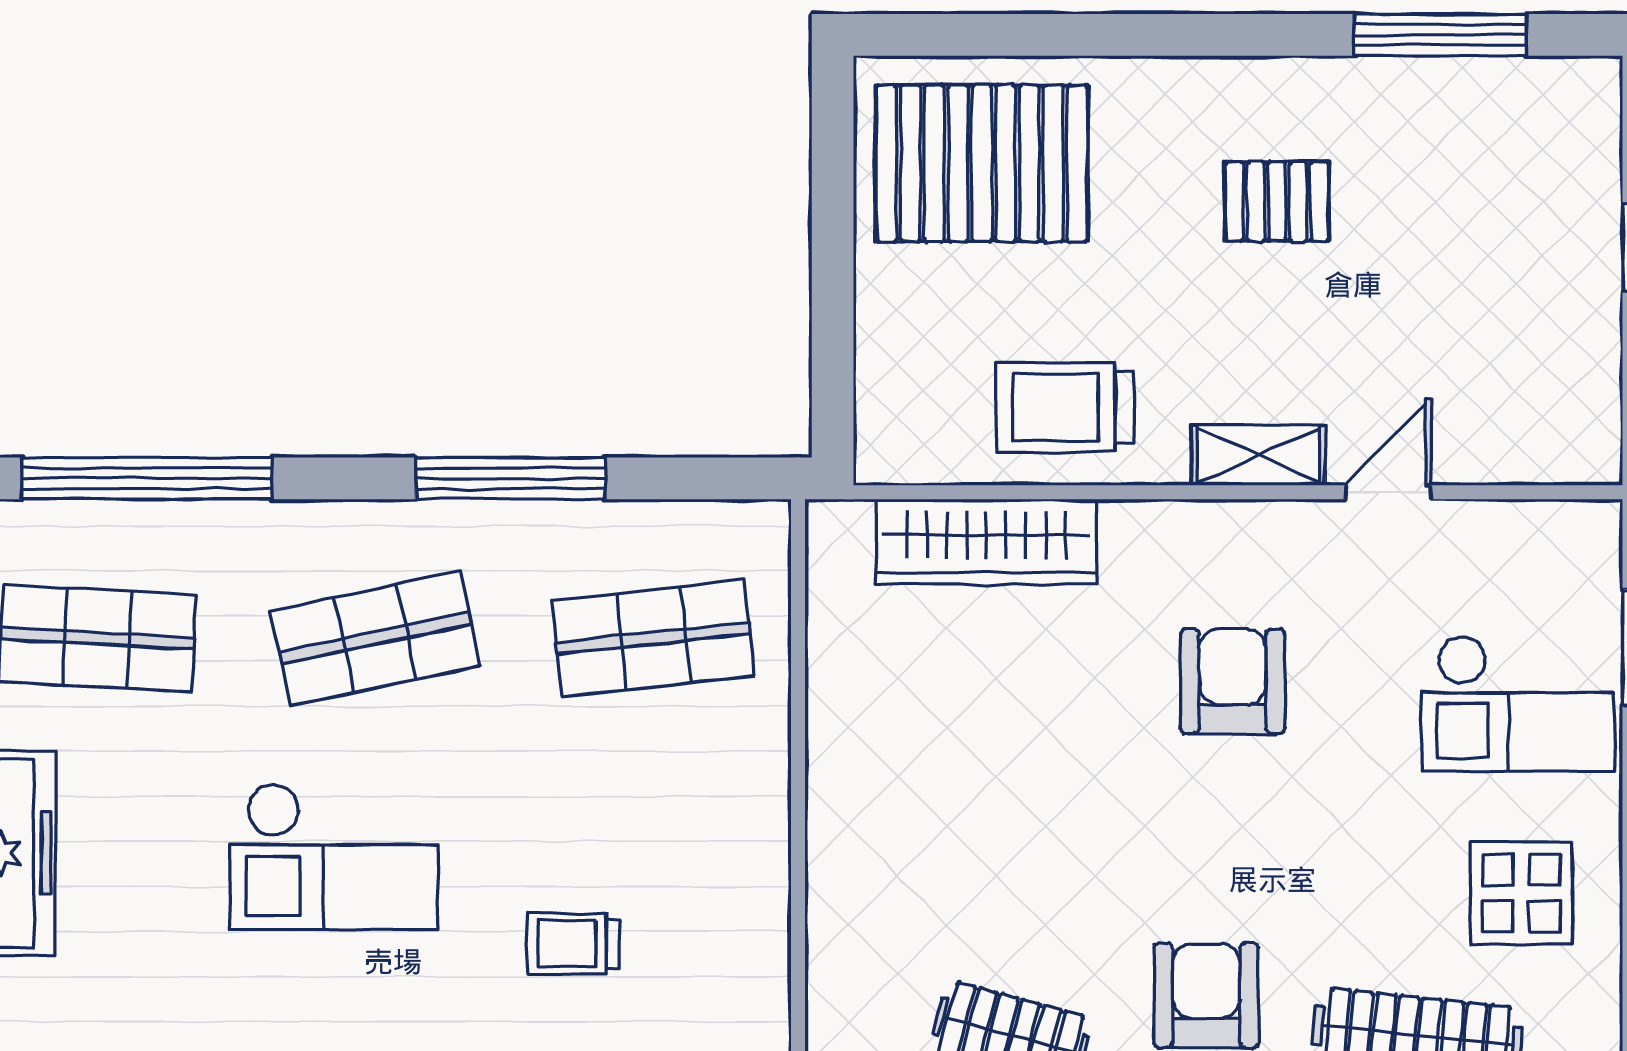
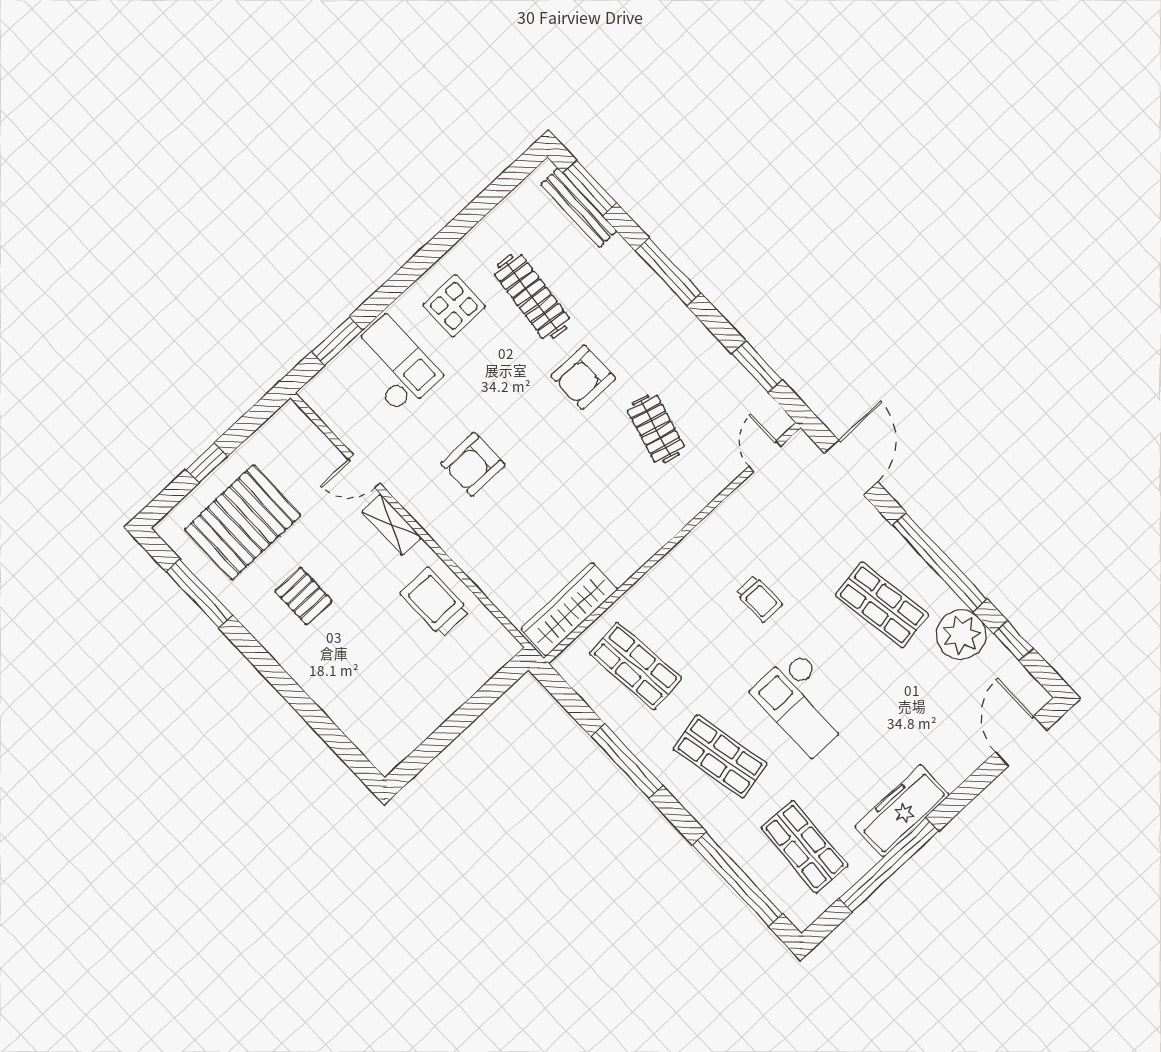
pallet: (982, 163) -> (243, 522), moved, turned 90
trolley: (1065, 407) -> (435, 602), turned 180
wardrobe: (986, 542) -> (569, 609), moved, turned -90
checkout: (334, 856) -> (804, 703), turned 180

